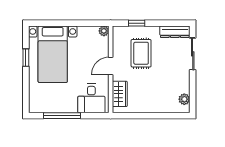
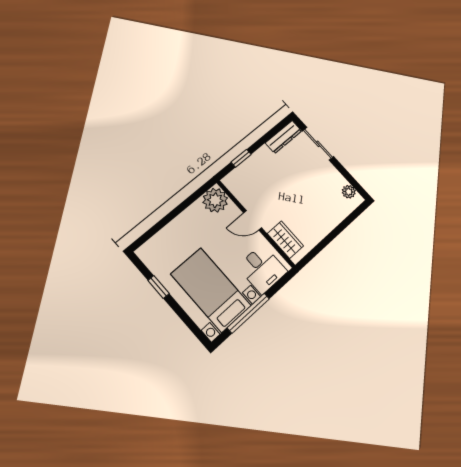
plant: (104, 31) -> (215, 200), width x1.88, depth x1.88
rug: (141, 53) -> (271, 183), removed
bed with nightstands: (53, 54) -> (211, 290), moved, turned 180
door: (111, 66) -> (253, 220), hinge flipped

